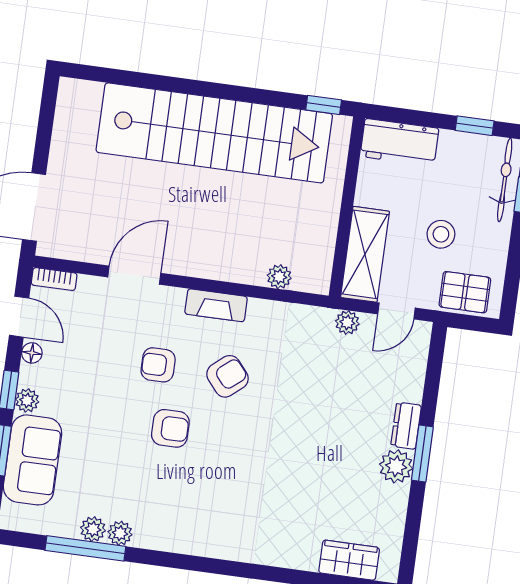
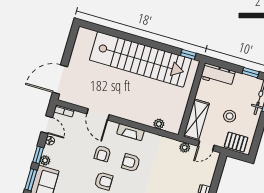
door: (134, 275) -> (98, 114), swing flipped
armchair: (158, 365) -> (102, 154), turned -90
armchair: (227, 376) -> (131, 163), turned -140

